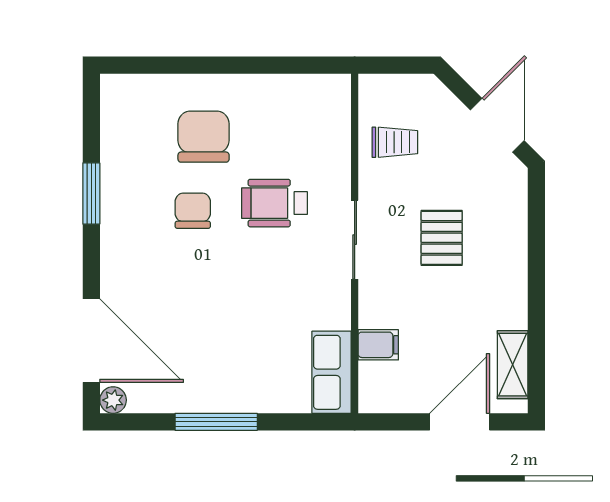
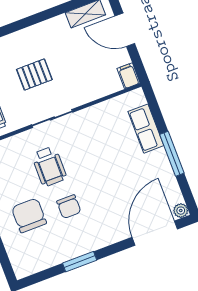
chair: (204, 137) -> (29, 215), turned 90
chair: (193, 211) -> (69, 207), turned -90
filing cabinet: (378, 345) -> (128, 76), moved
row of seats: (332, 372) -> (146, 129), moved, turned 90

